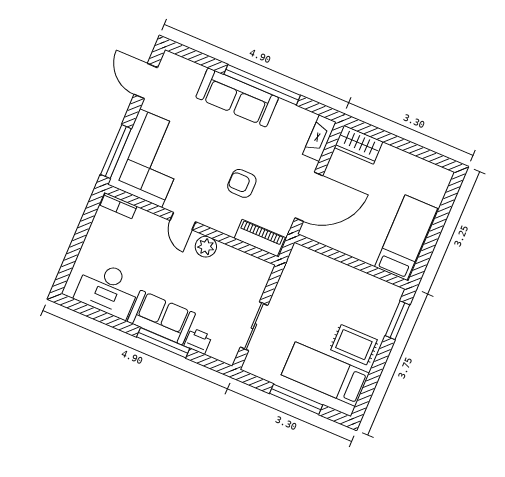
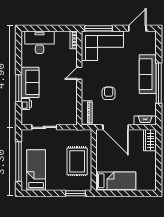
plant: (206, 247) -> (72, 89), removed
desk: (108, 289) -> (39, 42), moved, turned 90
rug: (354, 345) -> (77, 161), moved, width x1.36, depth x1.43
window: (296, 399) -> (19, 162), width x1.46

